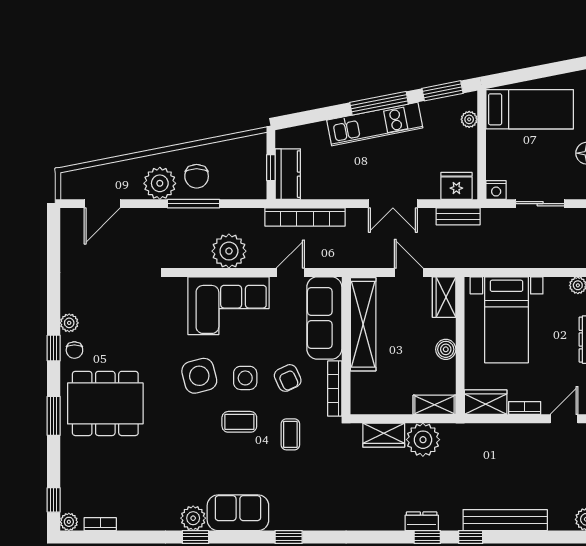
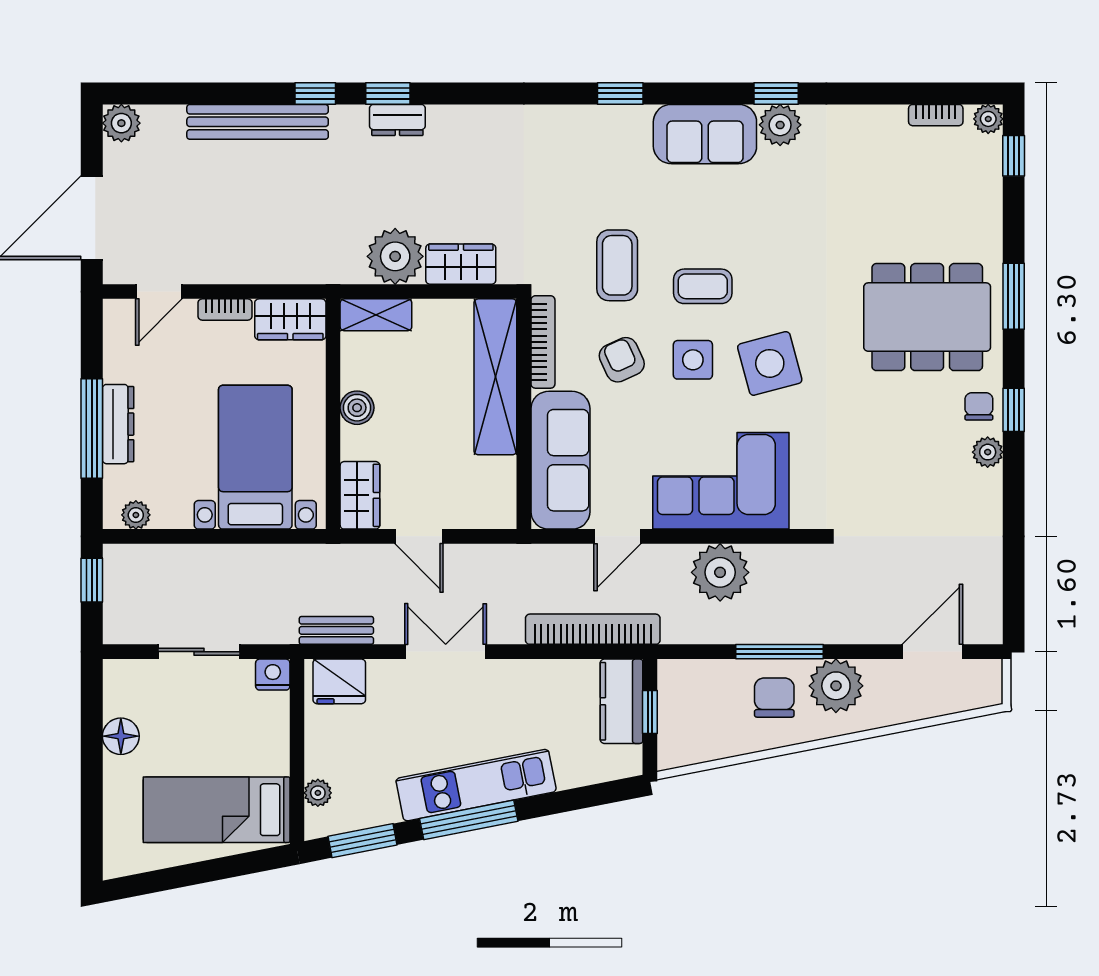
shelving: (363, 324) -> (495, 377), moved
coffee table: (290, 434) -> (617, 265), width x1.36, depth x1.30

